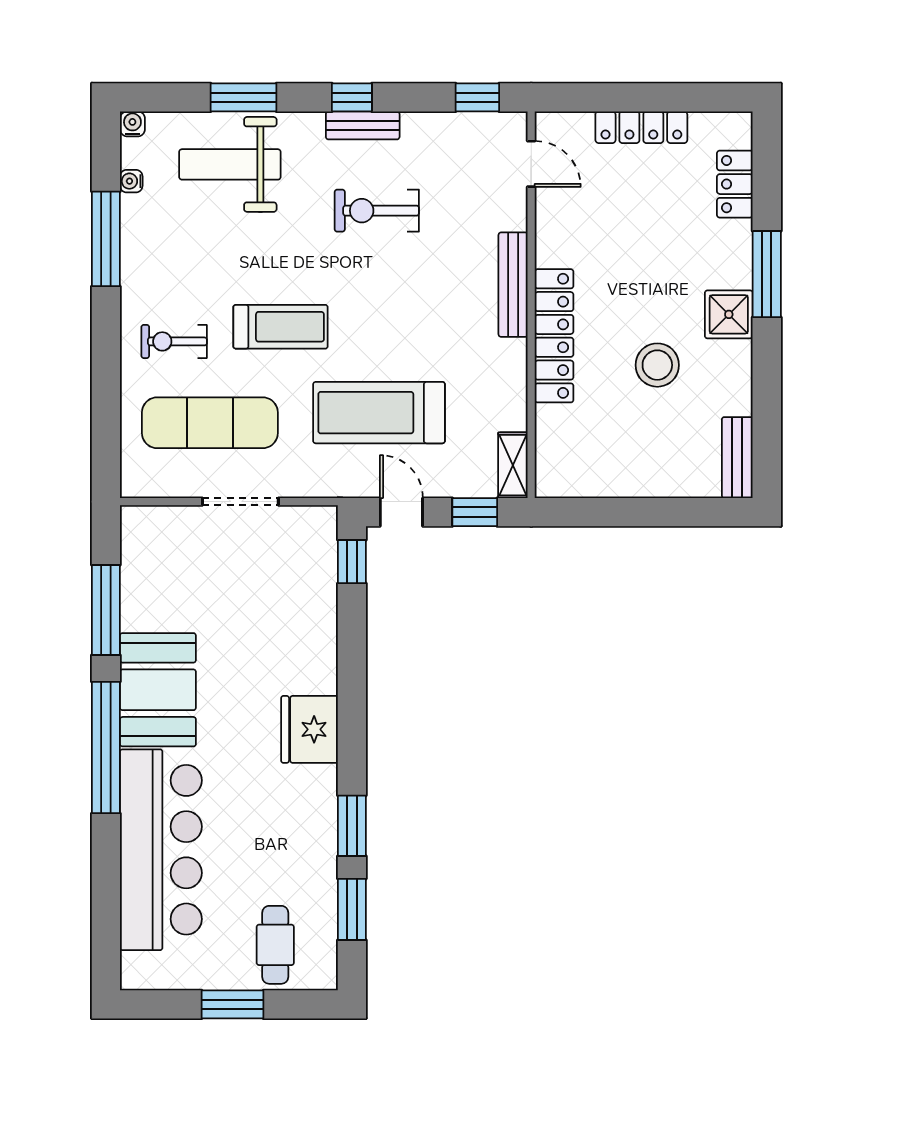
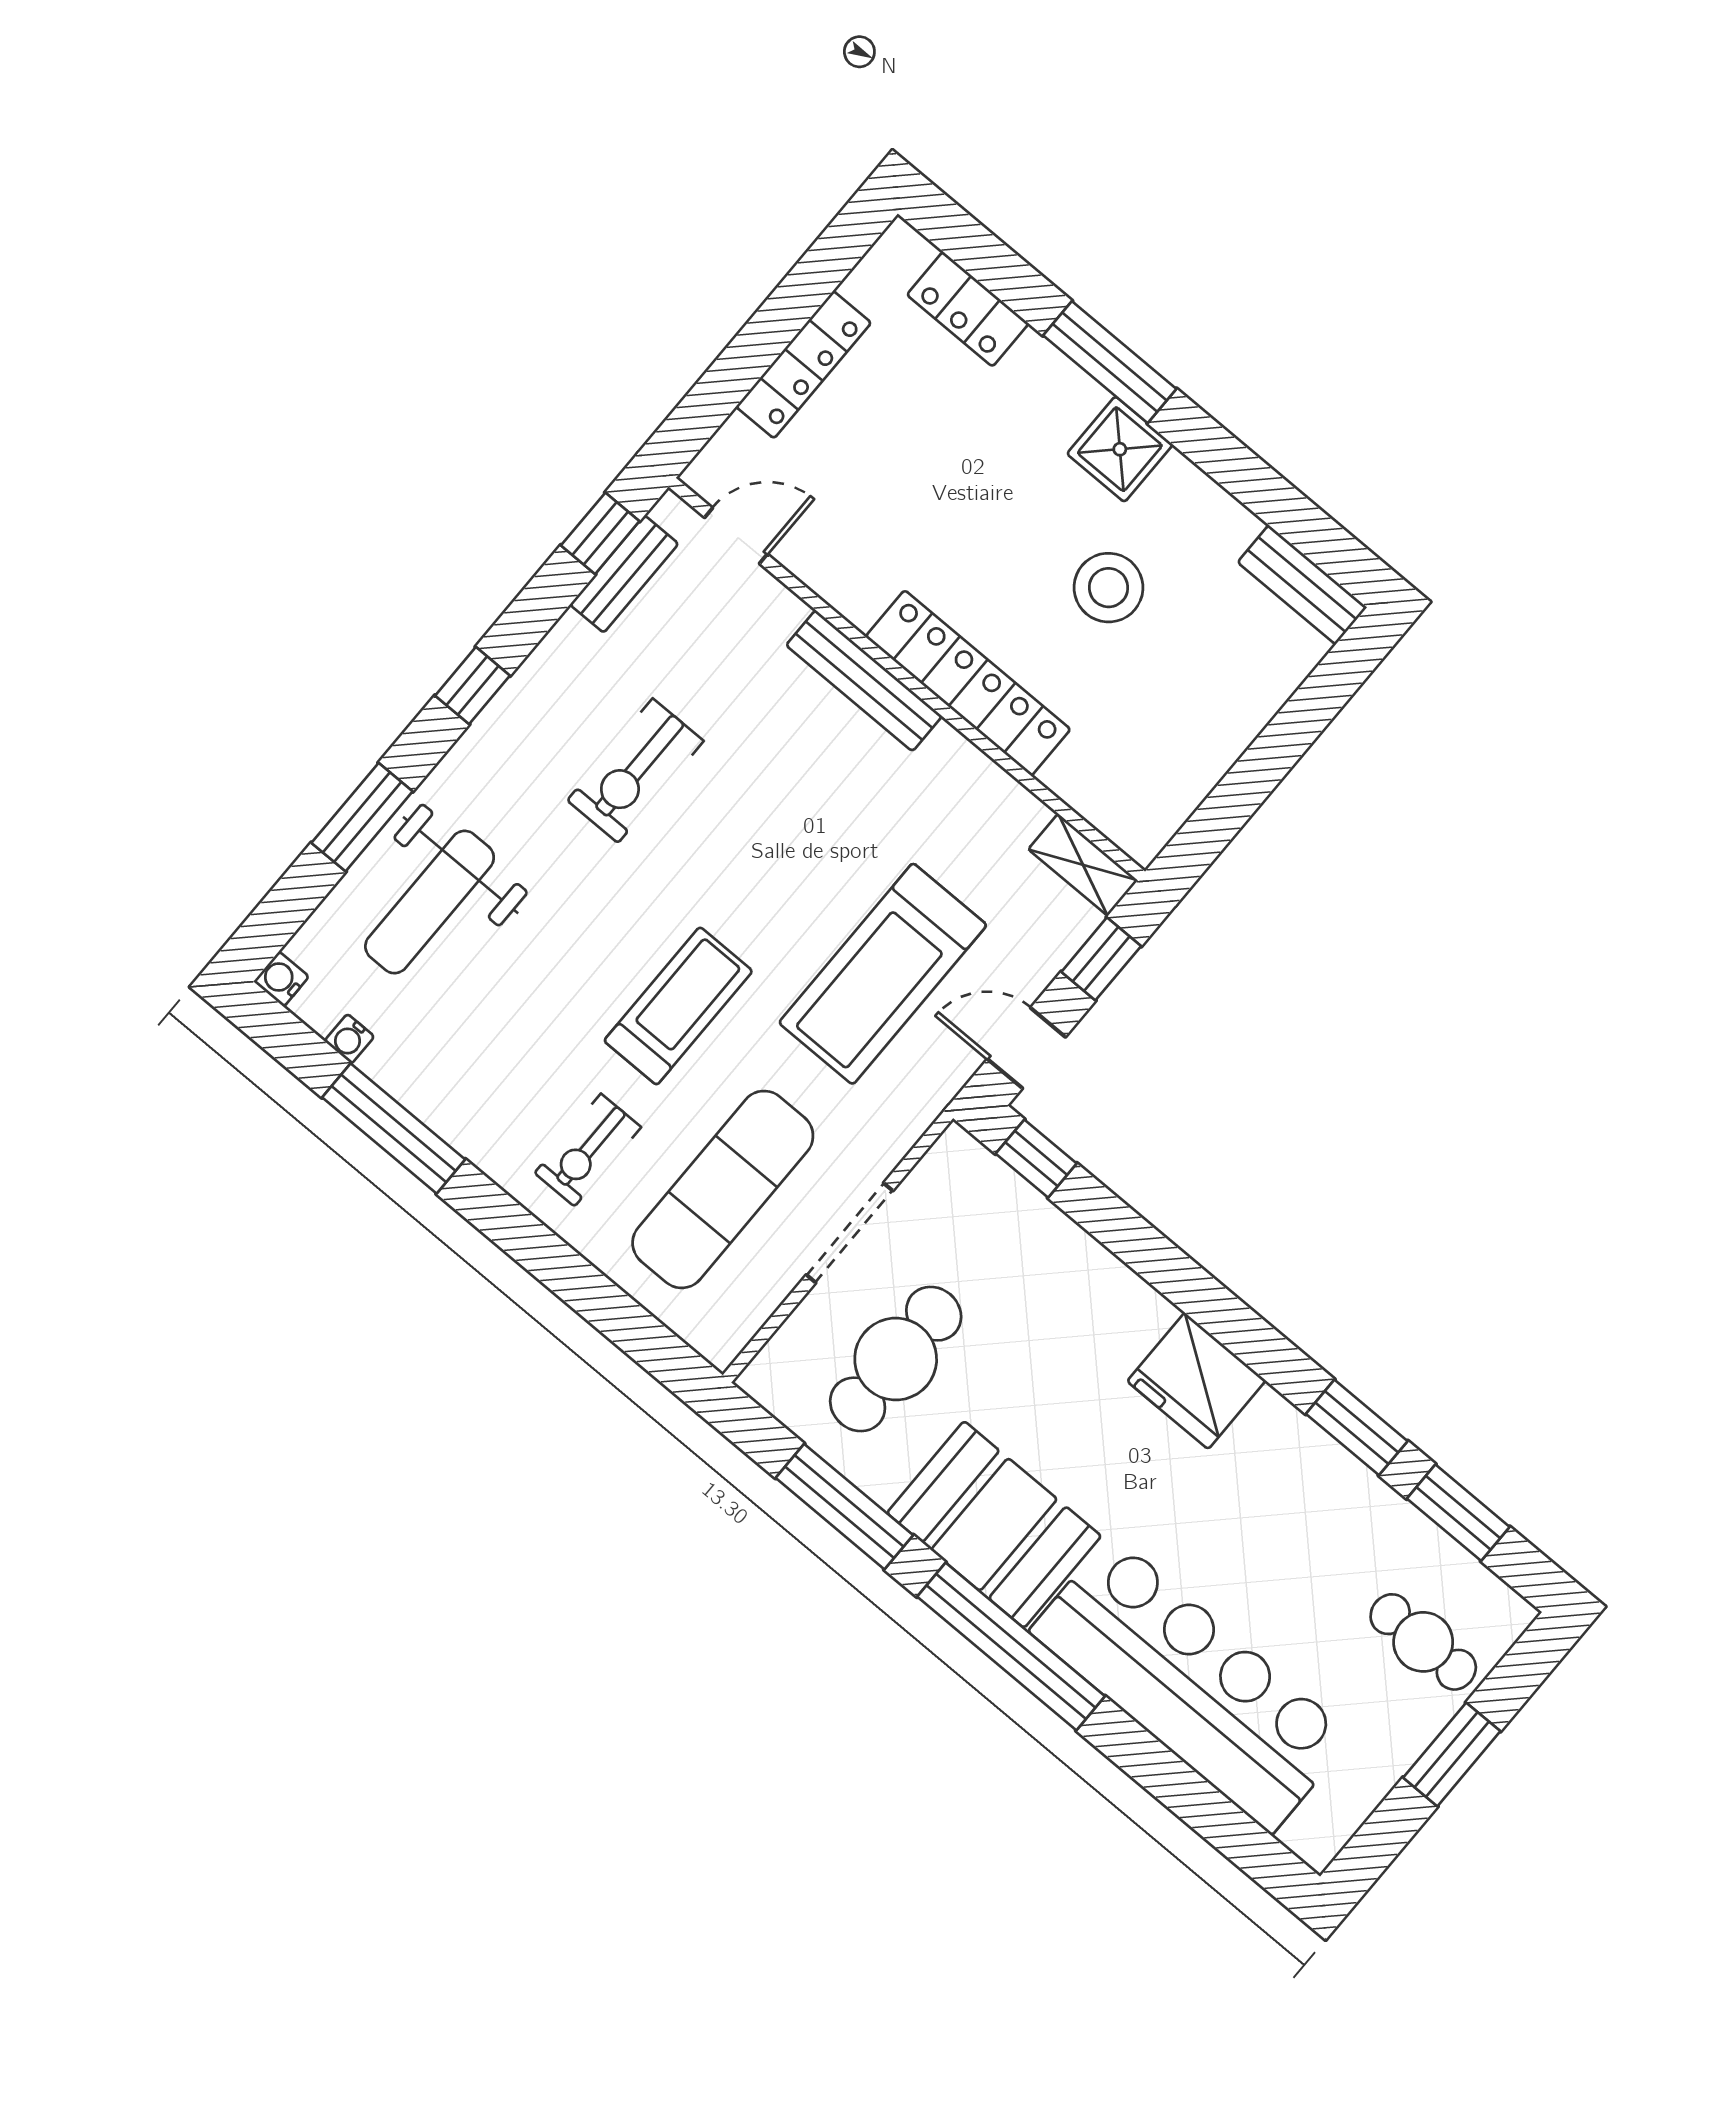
bench: (363, 125) -> (624, 574), moved
cafe table: (198, 575) -> (896, 1359), added

